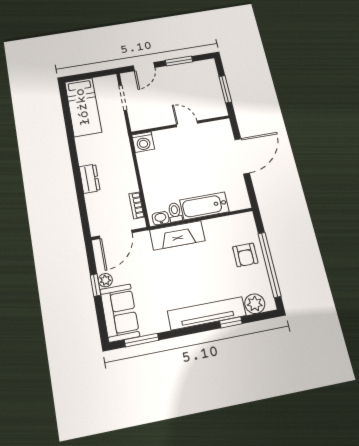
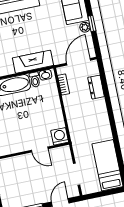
door: (187, 124) -> (40, 150), moved
dresser: (90, 179) -> (96, 87), moved

